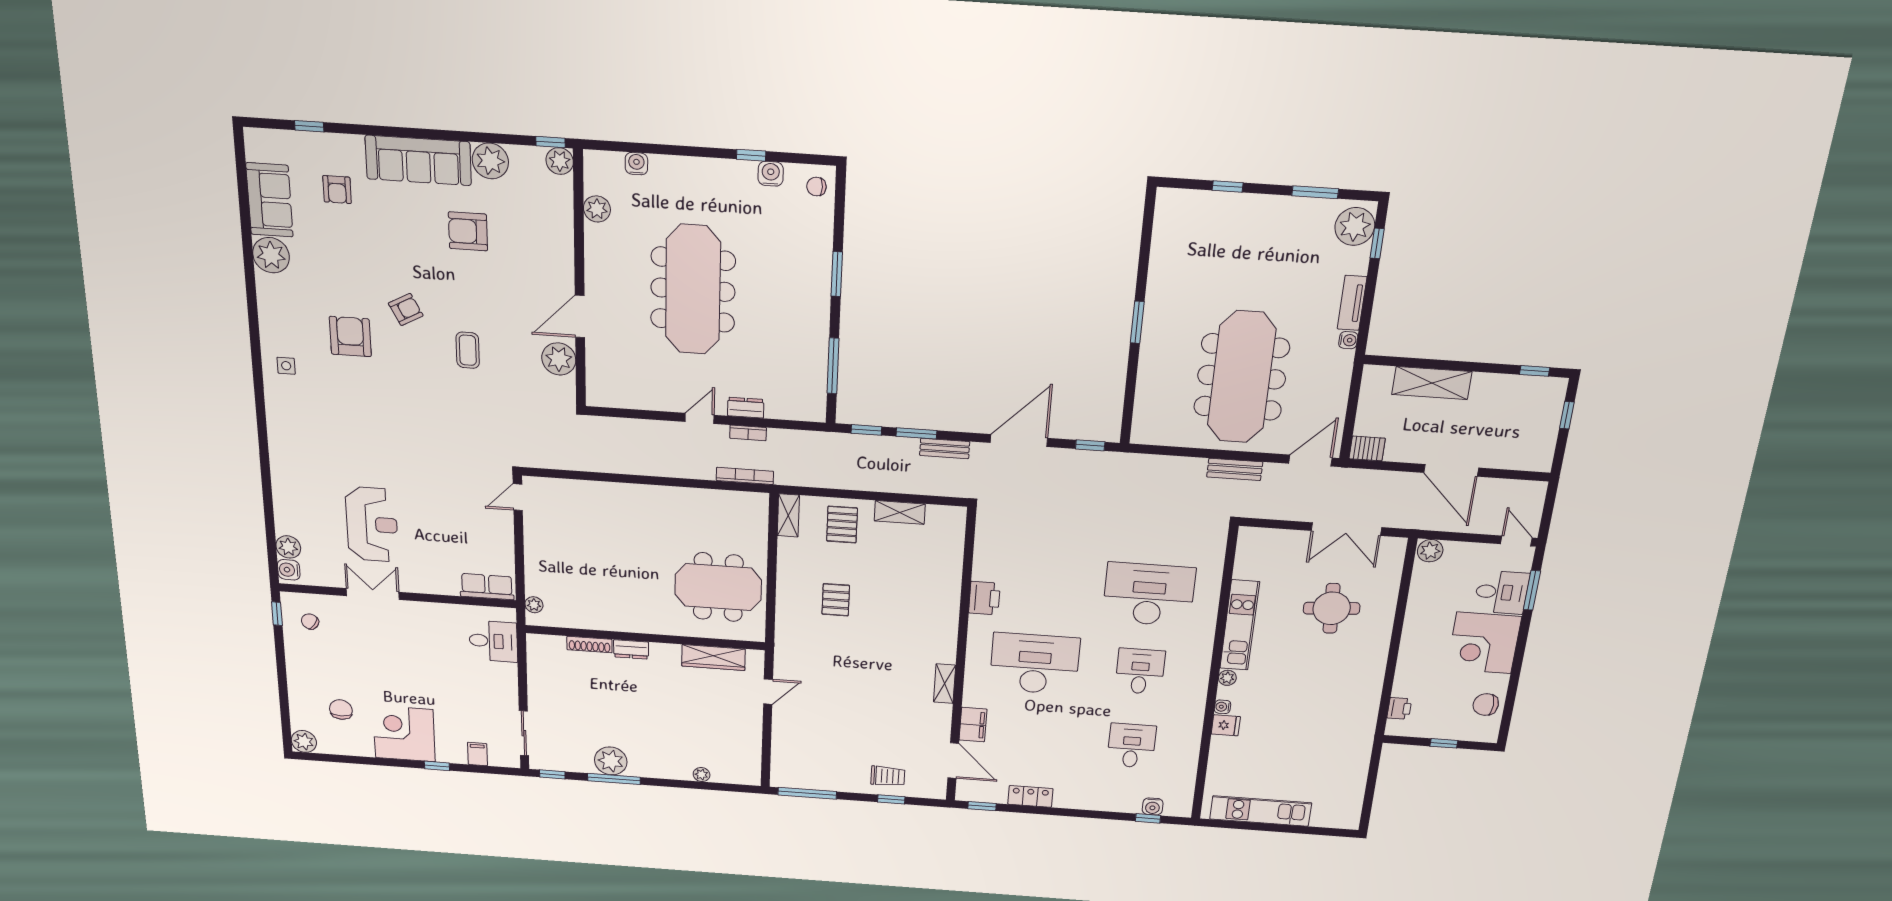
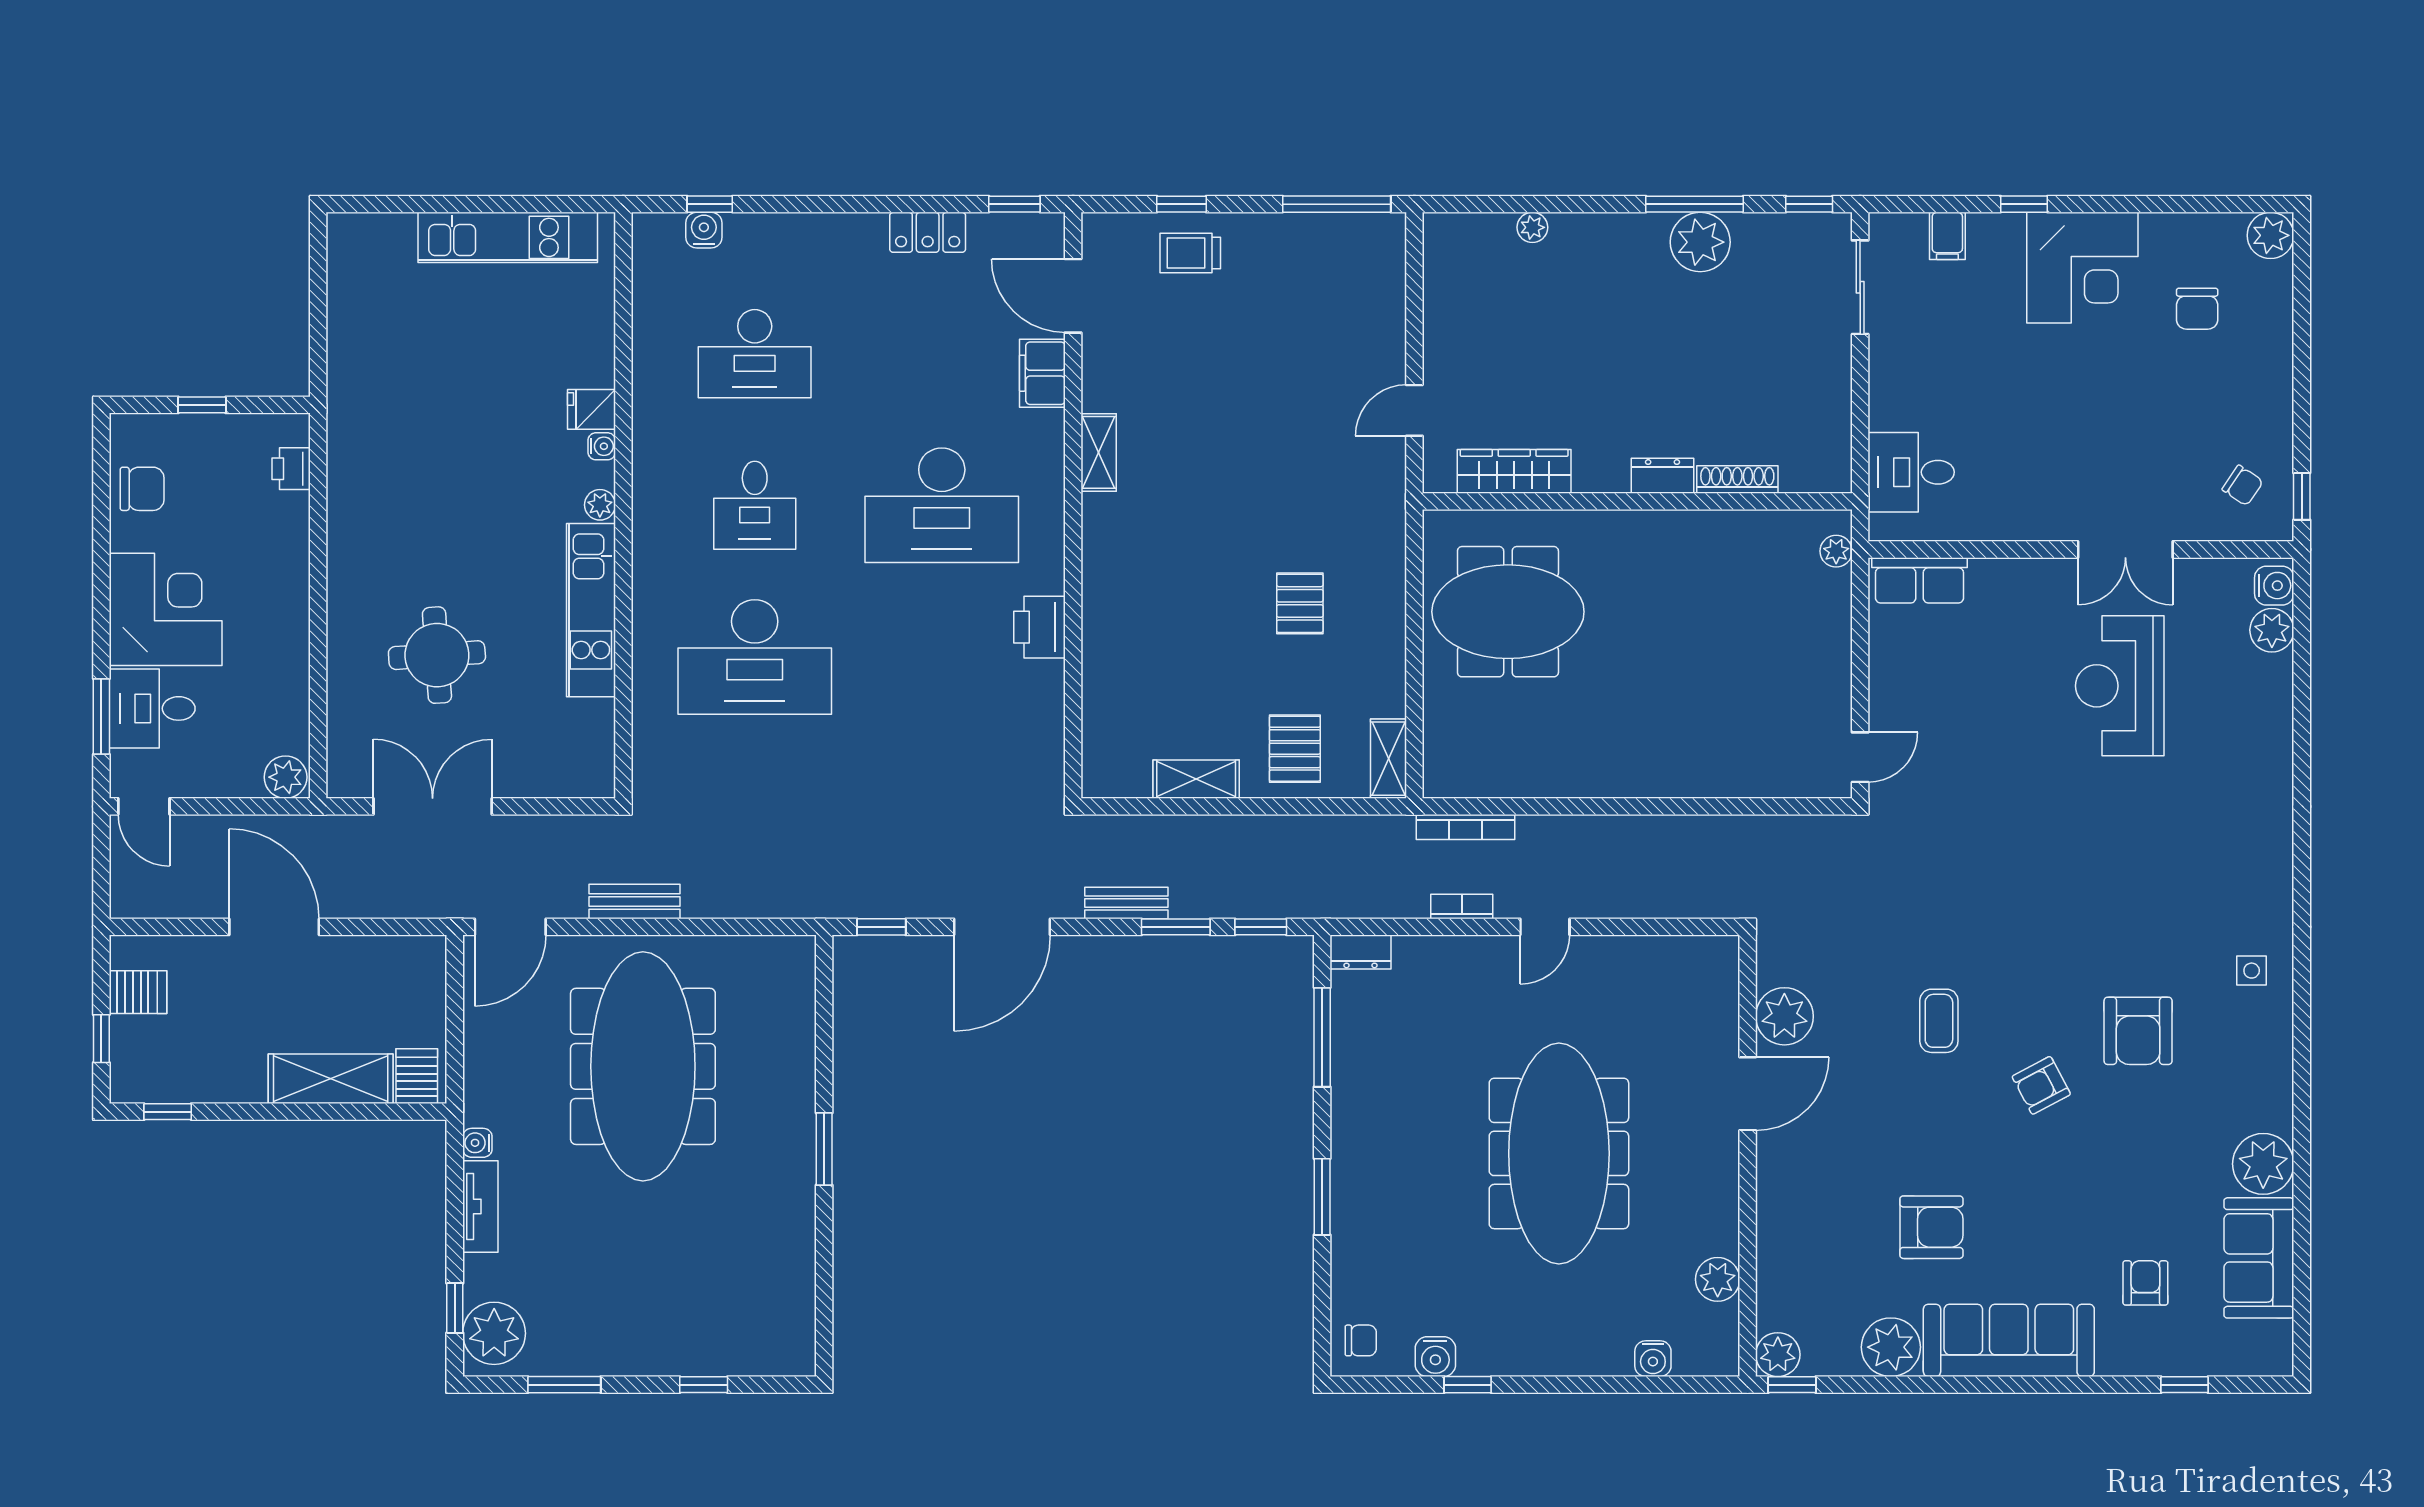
dresser: (746, 408) -> (1360, 952), moved
server rack: (1540, 440) -> (138, 992), added
server rack: (1367, 448) -> (417, 1076), moved, turned 90
desk: (1131, 746) -> (755, 354), width x1.37

